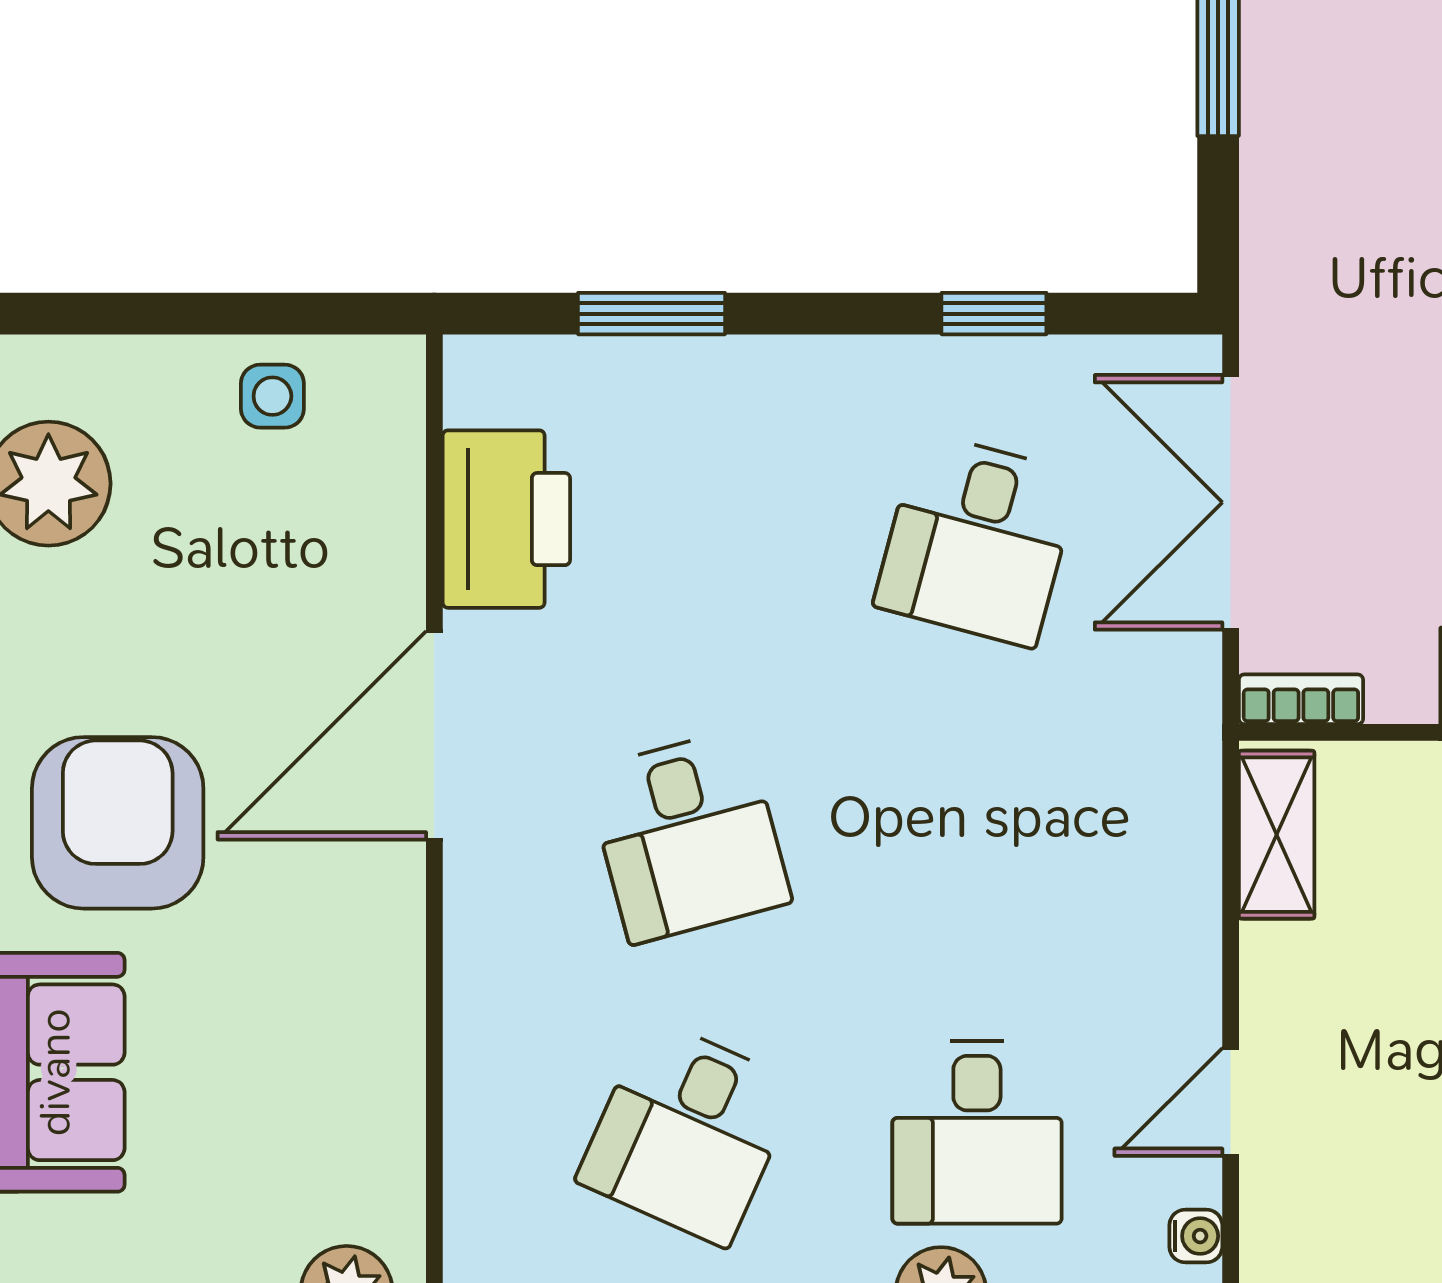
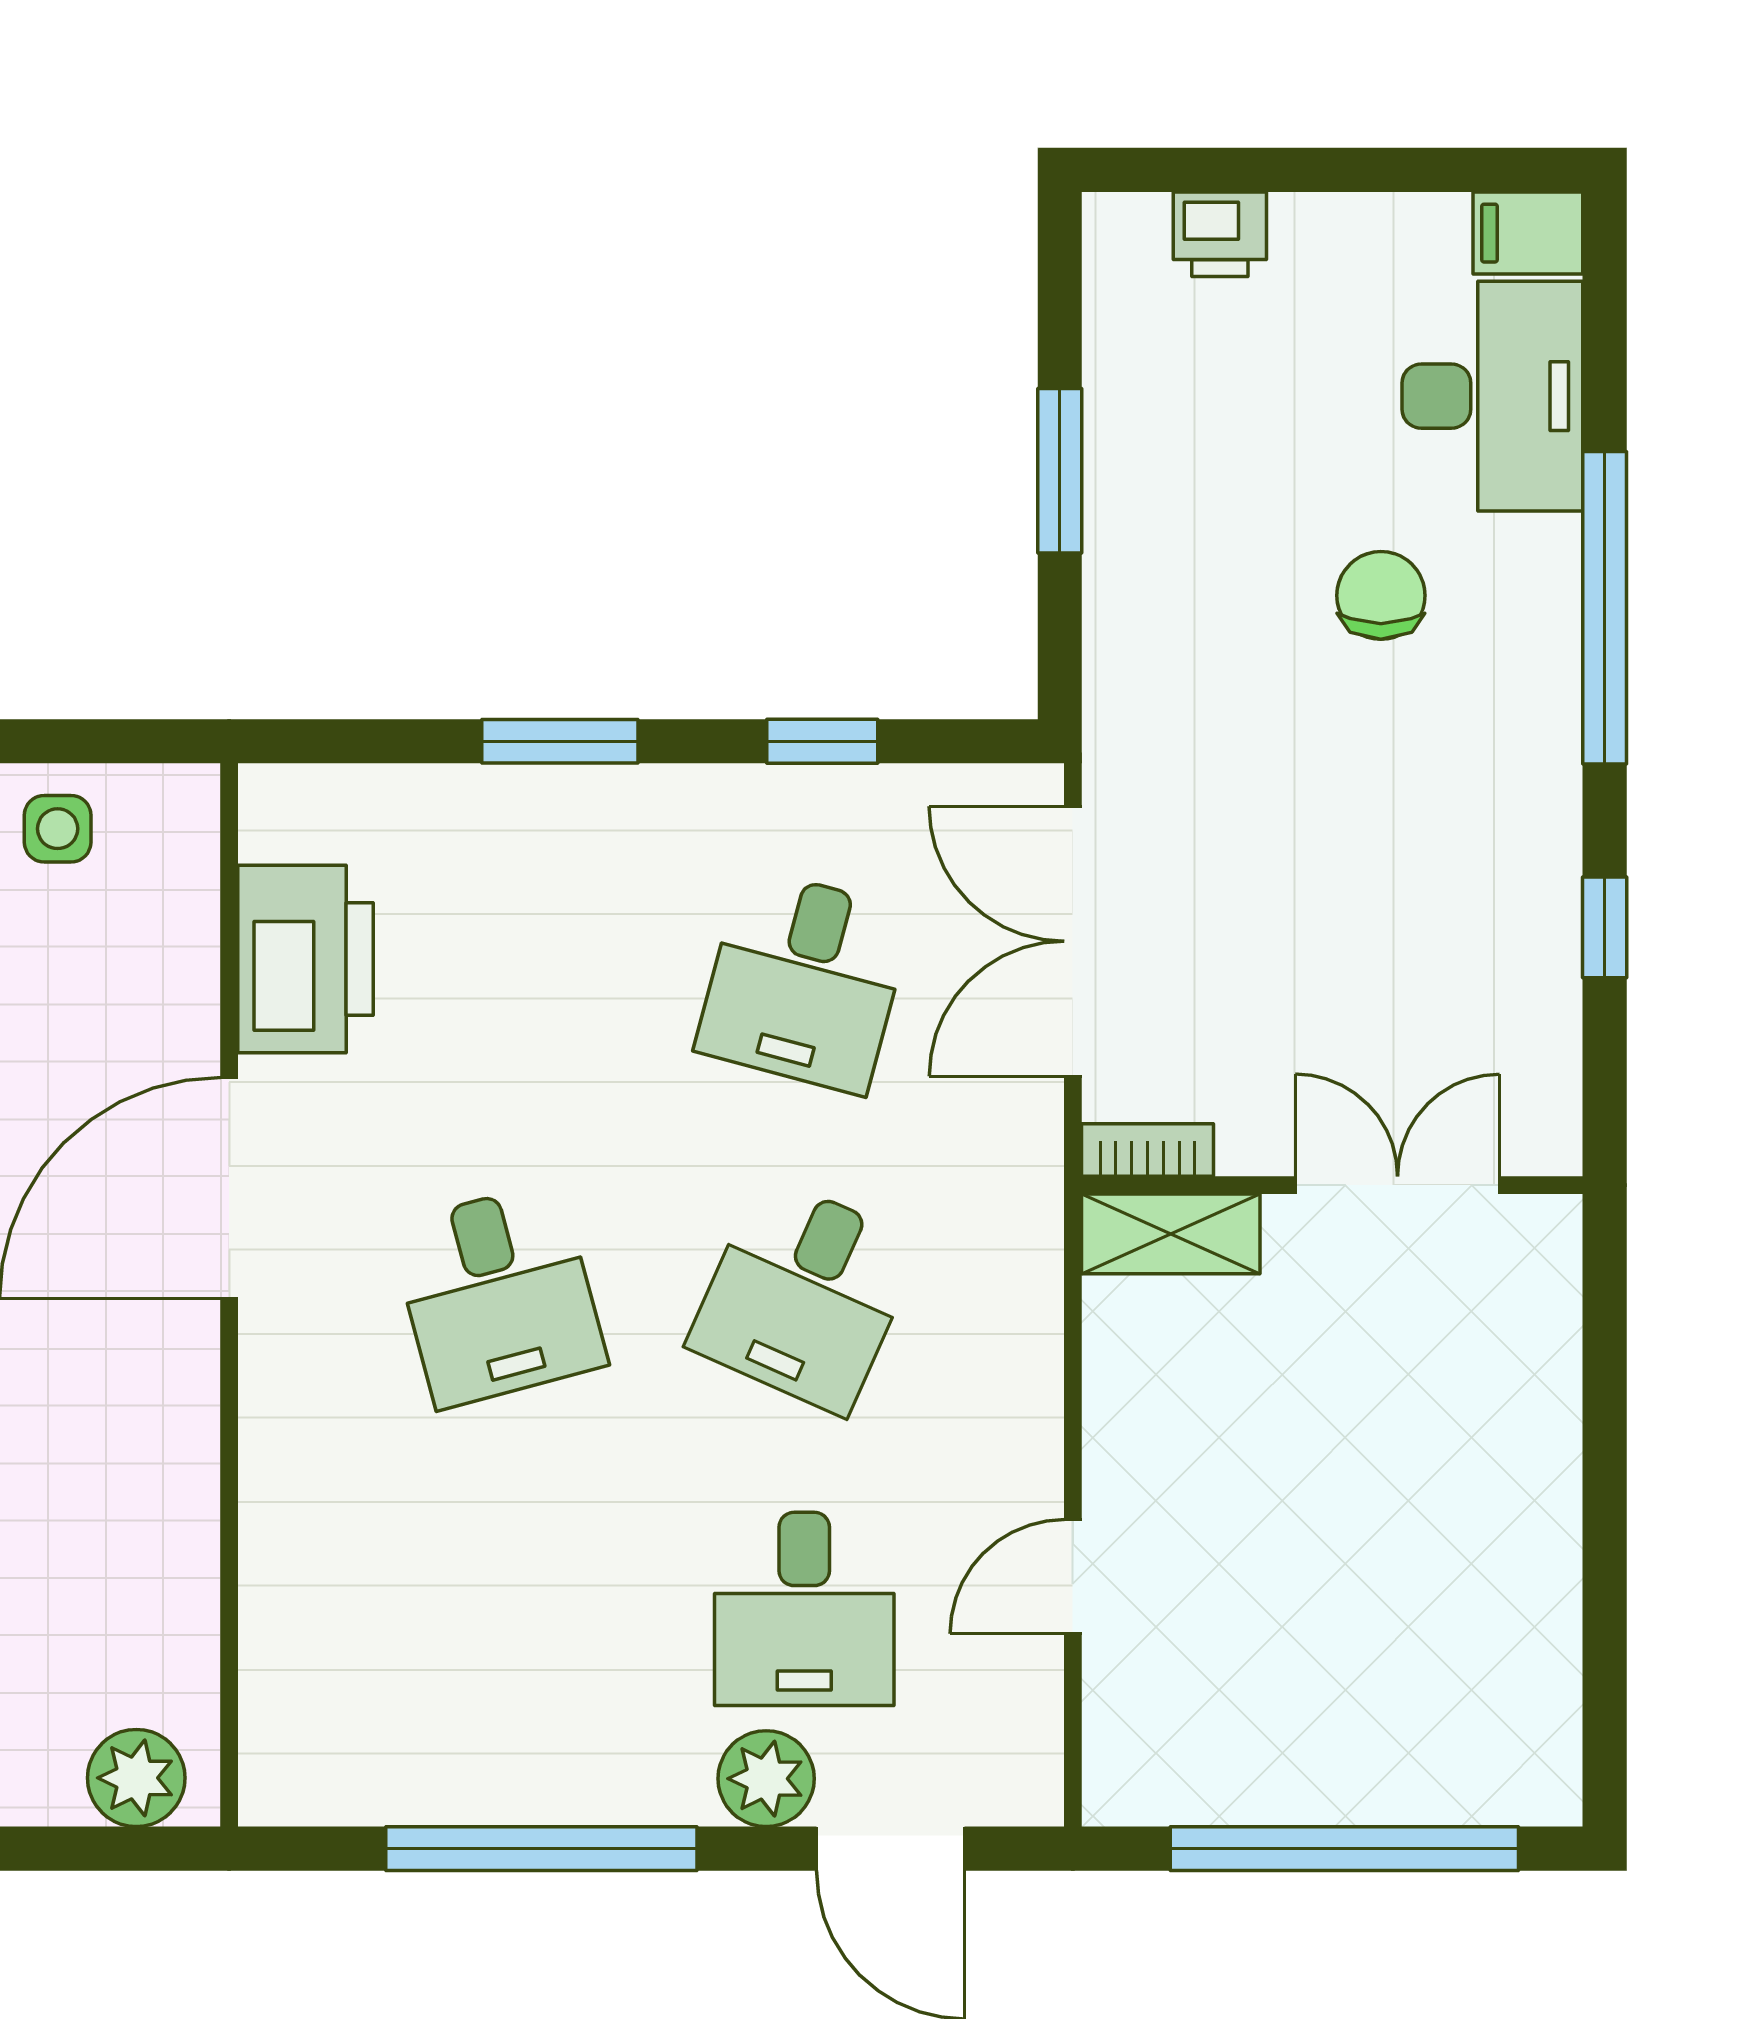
window: (651, 314) -> (560, 741), moved
shelving: (1277, 835) -> (1171, 1234), moved, turned 90
desk: (688, 1132) -> (804, 1295), moved
water cooler: (1196, 1236) -> (1036, 1719), removed

